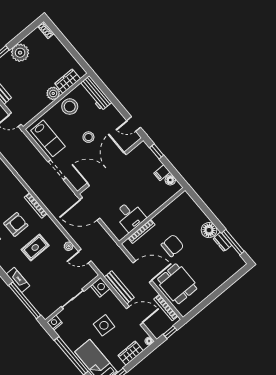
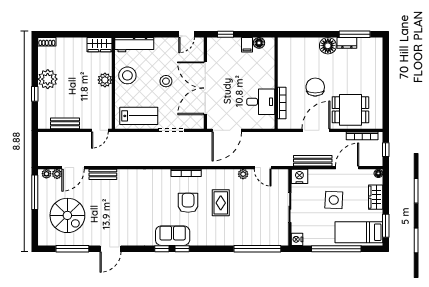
wardrobe: (68, 81) -> (100, 45), moved, turned -90
door: (85, 256) -> (263, 168), hinge flipped
fireplace: (18, 280) -> (236, 240), removed

